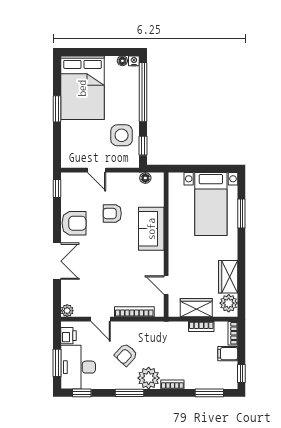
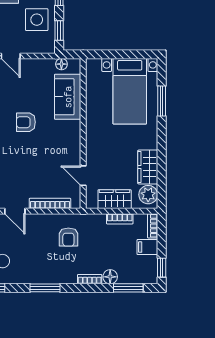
armchair: (112, 213) -> (26, 122), moved
sofa: (151, 229) -> (68, 97), moved
armchair: (126, 355) -> (68, 237), moved, turned -43
plant: (149, 378) -> (65, 272), removed
floor lamp: (192, 382) -> (110, 277), added

